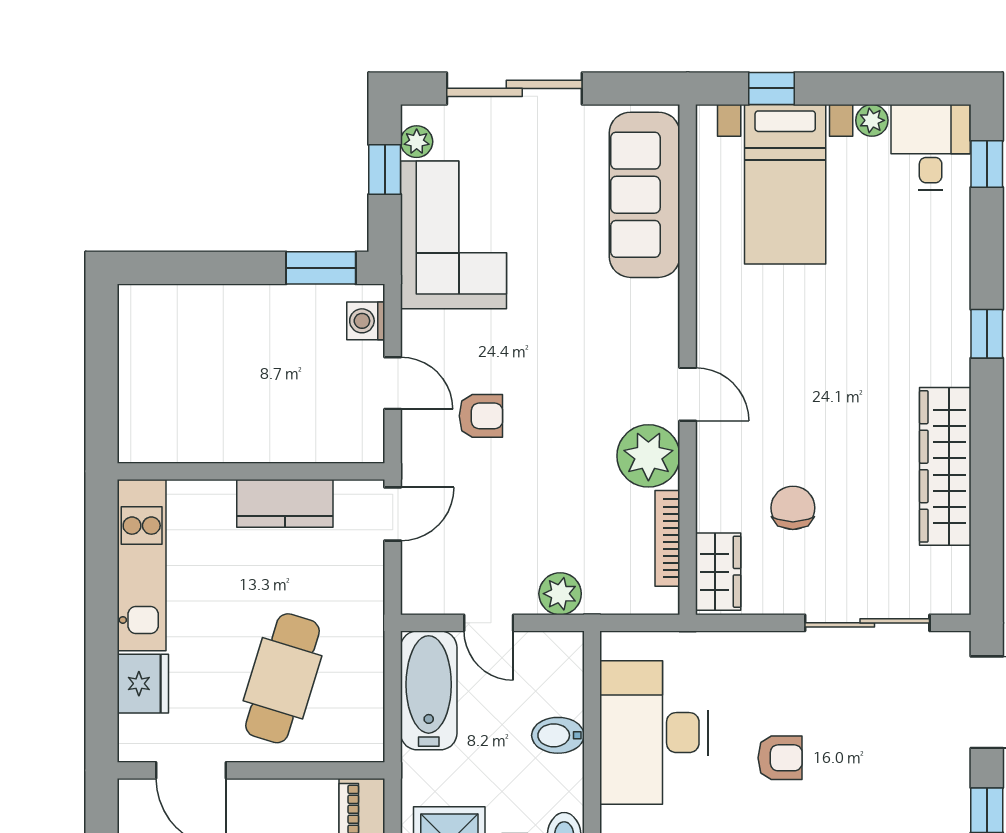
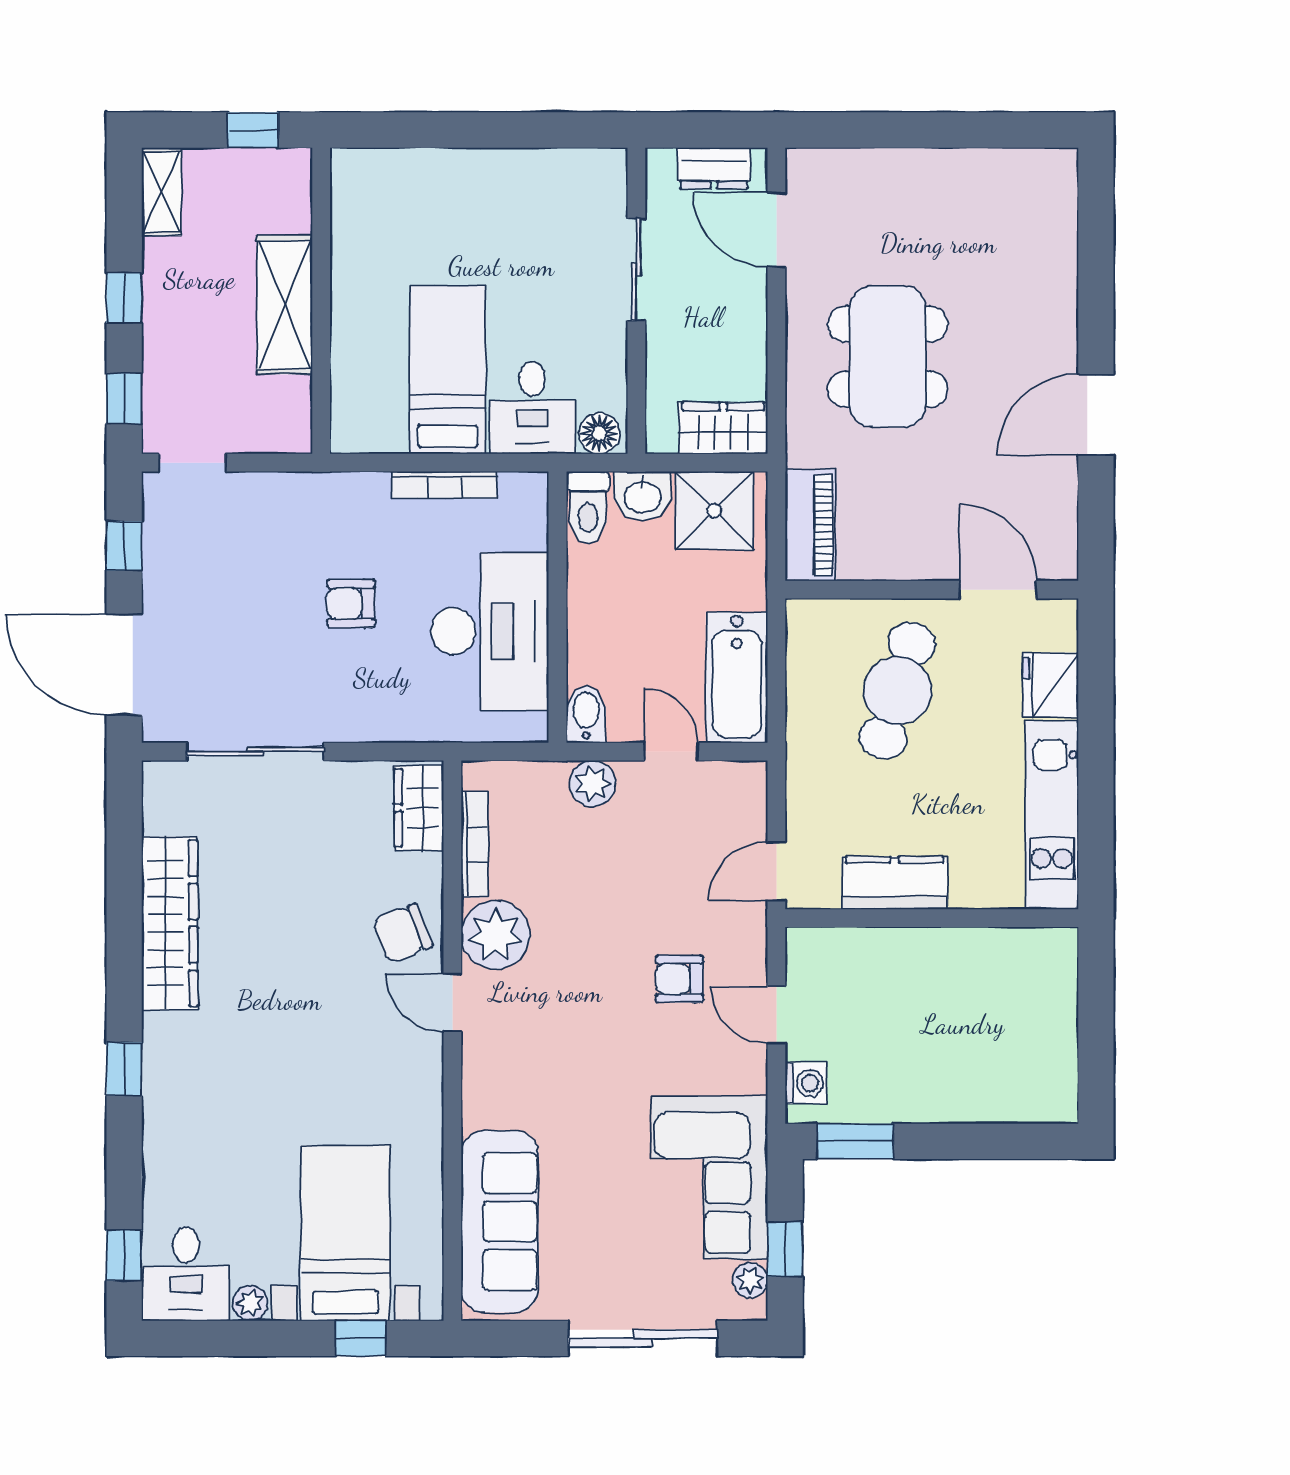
chair: (793, 508) -> (402, 933), moved, turned 69
bidet: (558, 735) -> (586, 714), moved, turned -90

